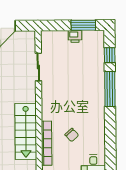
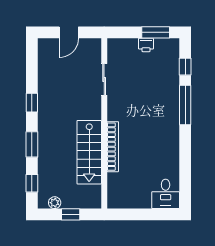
chair: (72, 135) -> (141, 157), removed
bookcase: (47, 143) -> (113, 147), moved

